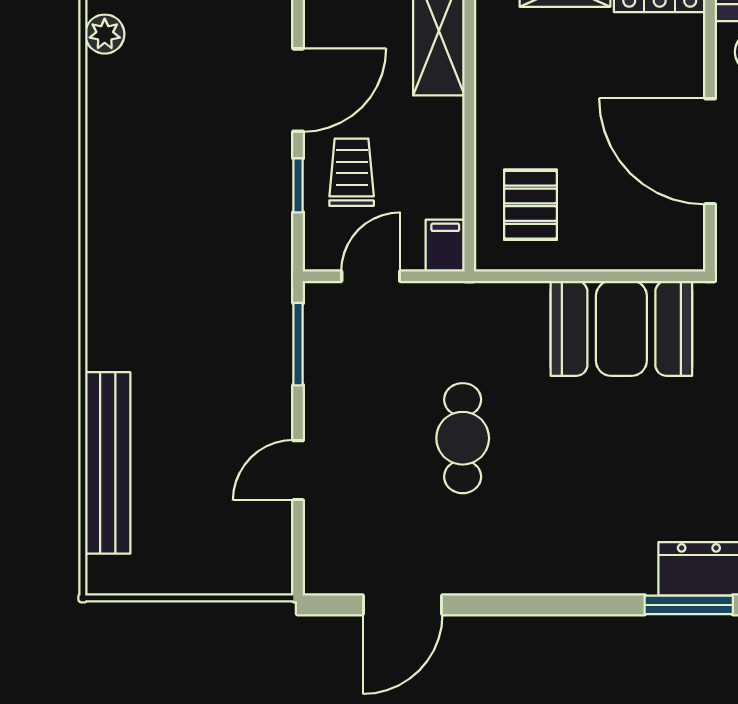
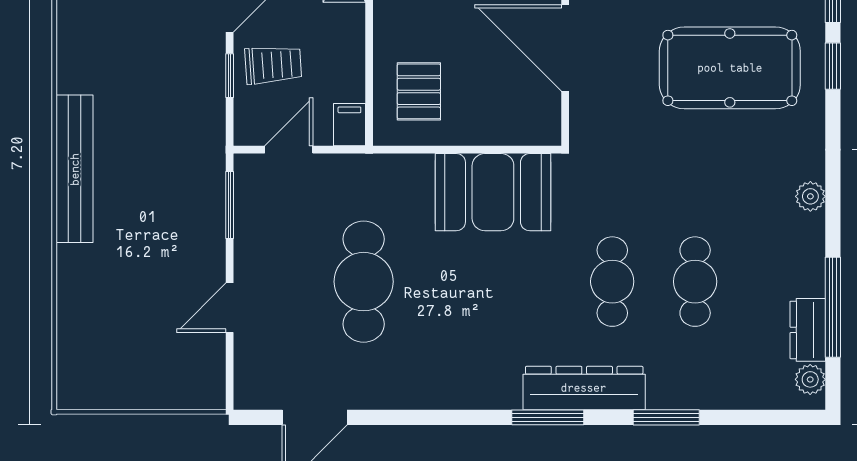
trolley: (352, 172) -> (273, 65), turned 86
cafe table: (463, 438) -> (364, 282), width x1.37, depth x1.35
bench: (108, 463) -> (75, 169), moved

